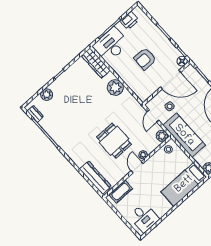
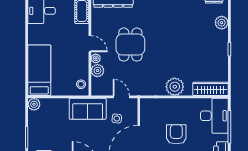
sofa: (184, 135) -> (88, 109), width x0.73
plant: (162, 136) -> (97, 71), moved
dining table: (114, 141) -> (130, 45), turned 90

